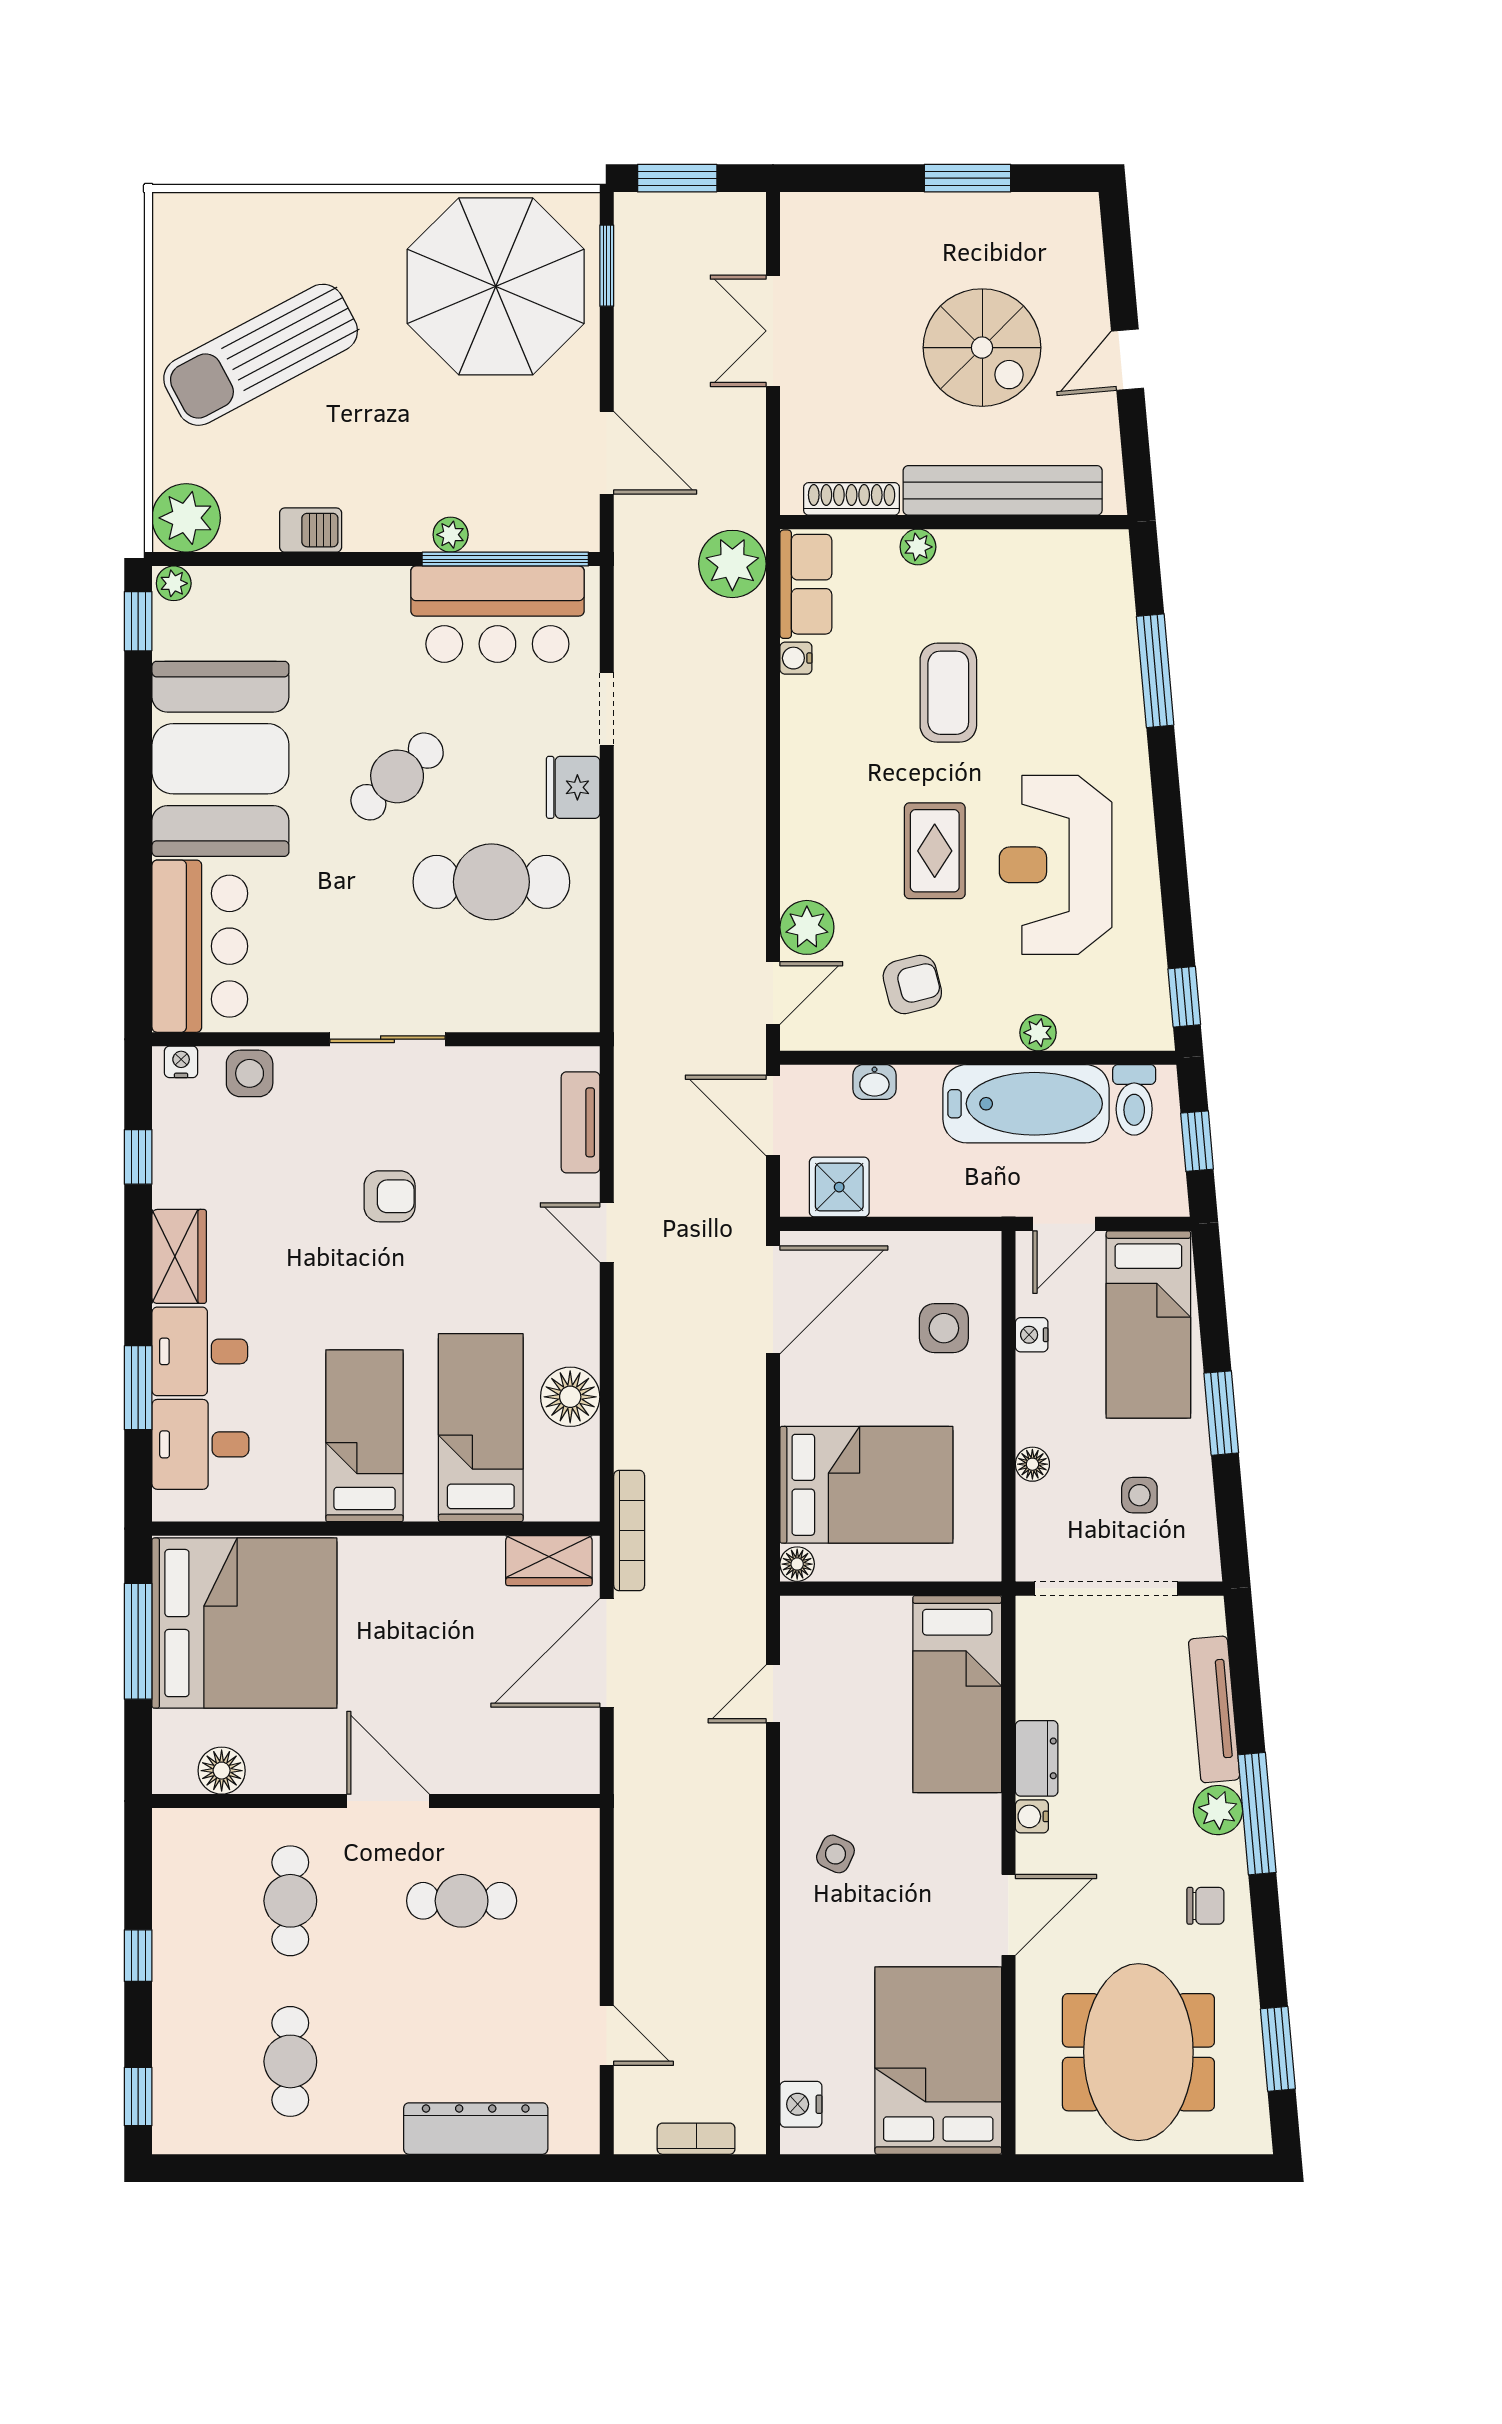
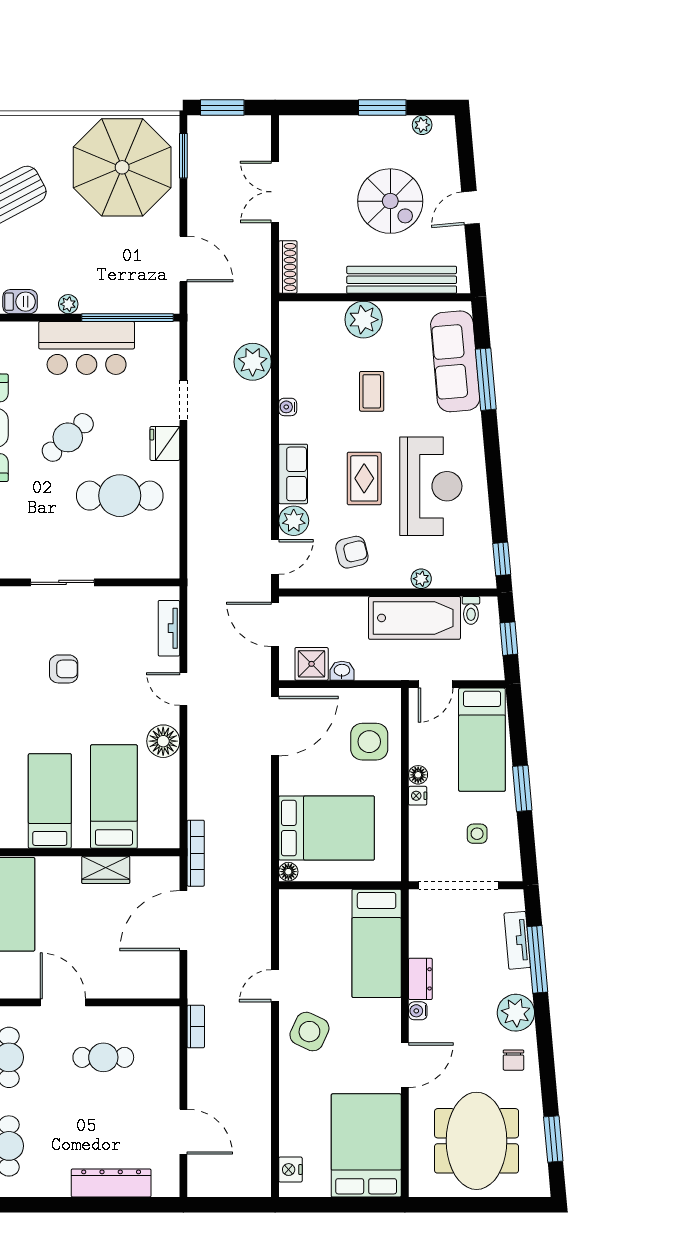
plant: (1040, 210) -> (422, 125), added
shoe rack: (852, 499) -> (288, 267), moved, turned 90
plant: (451, 535) -> (68, 304), moved
plant: (918, 547) -> (364, 320), width x1.87, depth x1.87
plant: (732, 564) -> (253, 362), moved
row of seats: (806, 584) -> (293, 474), moved
bar counter: (497, 614) -> (87, 348), moved
sofa: (1100, 638) -> (455, 361), added
water cooler: (796, 658) -> (288, 407), moved
coffee table: (948, 693) -> (372, 391), width x0.73, depth x0.77
reception desk: (1056, 865) -> (431, 486), turned 180
washbasin: (874, 1082) -> (342, 671), moved, turned 180
toilet: (1134, 1100) -> (471, 610), width x0.73, depth x0.72
side table: (944, 1328) -> (369, 742), width x1.37, depth x1.37
nightstand: (1032, 1335) -> (418, 796), moved
floor lamp: (570, 1397) -> (163, 741), moved
floor lamp: (1032, 1464) -> (418, 775), moved
wardrobe: (549, 1561) -> (106, 870), moved
door: (773, 1694) -> (275, 986), moved
tv unit: (1214, 1709) -> (517, 940), width x0.71
plant: (1218, 1810) -> (516, 1013), width x1.36, depth x1.36
window: (1257, 1814) -> (537, 959), moved
side table: (835, 1854) -> (309, 1032), width x1.87, depth x1.87
chair: (1205, 1906) -> (513, 1060), turned 90
door: (607, 2036) -> (183, 1132), width x1.38
bookcase: (696, 2139) -> (196, 1027), moved, turned 90

